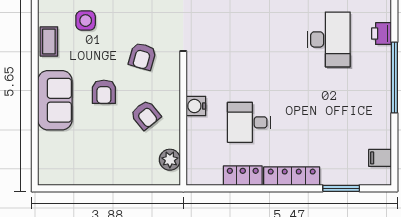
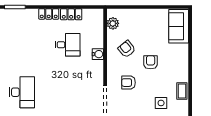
desk: (329, 39) -> (22, 92), turned 180
armchair: (142, 56) -> (129, 83), turned -106
sofa: (55, 100) -> (179, 26), moved
locker: (292, 176) -> (49, 14), width x0.66

